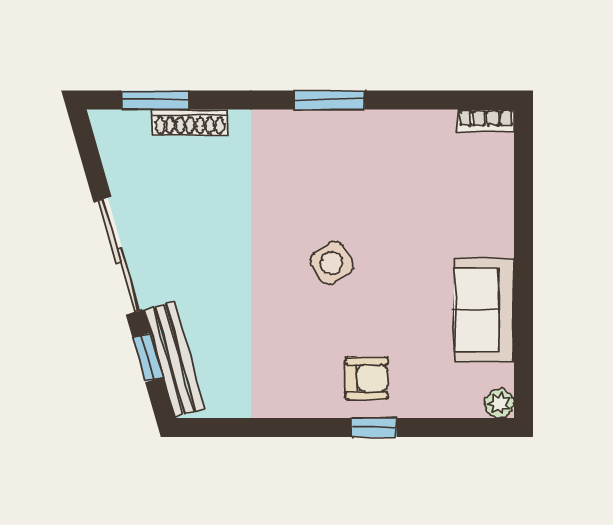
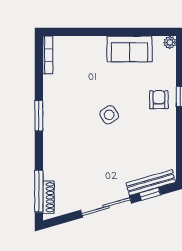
window: (155, 100) -> (39, 191), width x1.44
bookcase: (486, 121) -> (48, 55), width x1.56
shoe rack: (190, 122) -> (48, 197), moved

